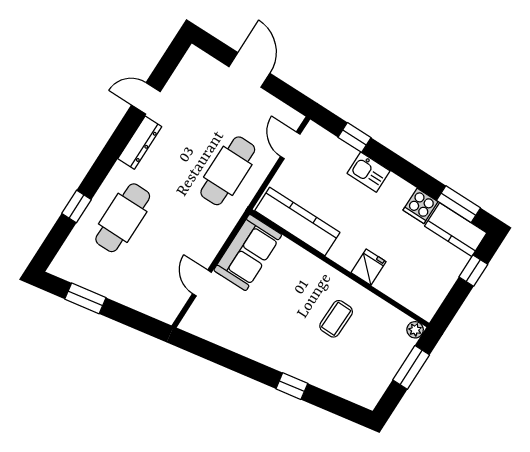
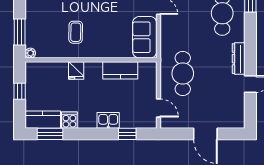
kitchen counter: (297, 222) -> (120, 70), width x0.67
window: (473, 271) -> (20, 91), moved

